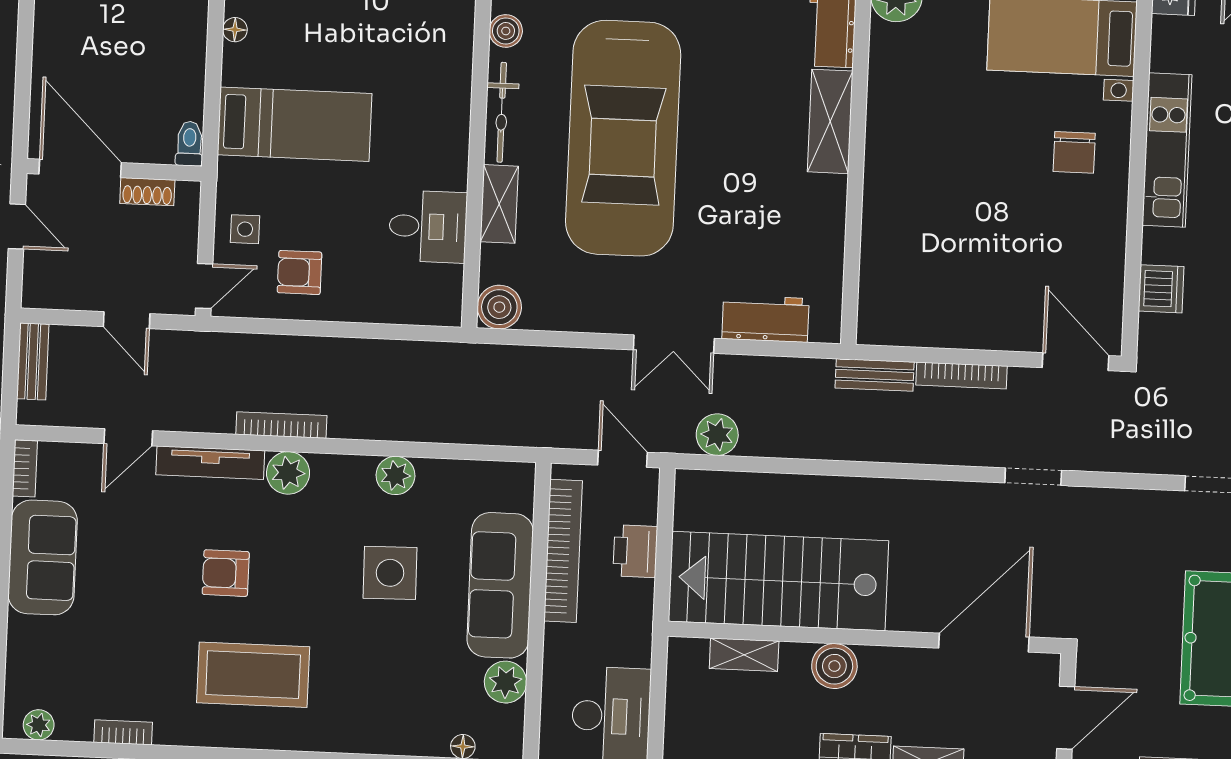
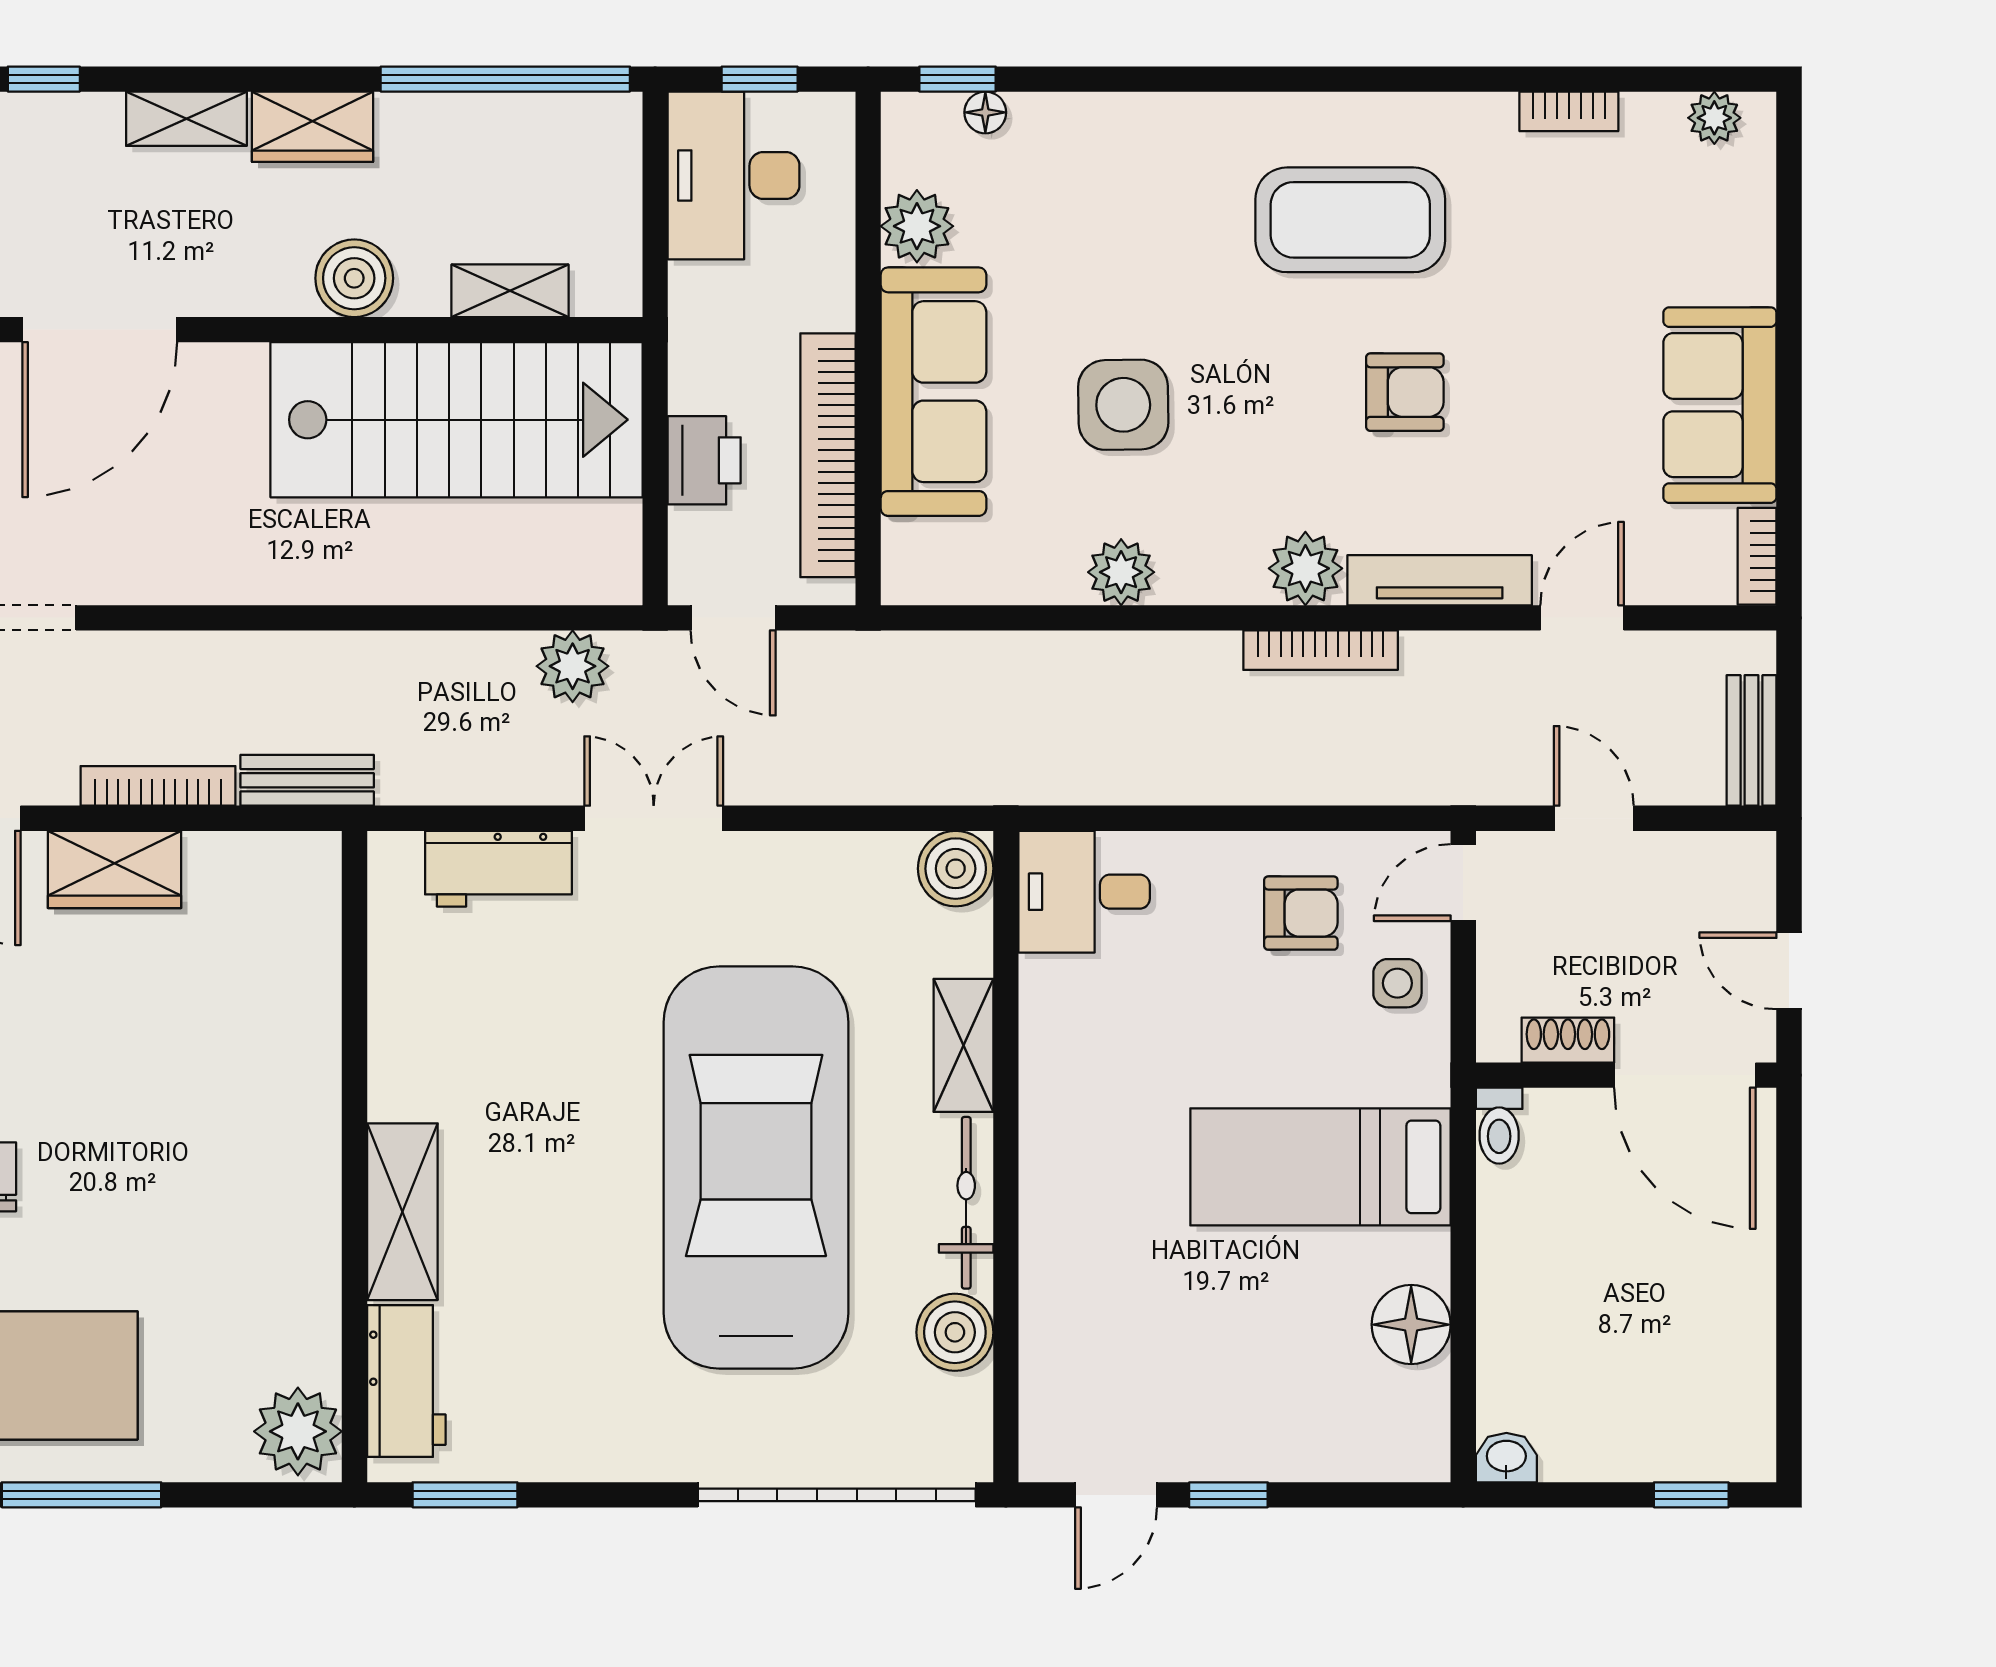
floor lamp: (235, 30) -> (1411, 1325), width x1.89, depth x1.89
boiler: (506, 31) -> (955, 1332), width x1.36, depth x1.36
desk: (428, 227) -> (1084, 892), moved
wardrobe: (989, 328) -> (114, 869), added

